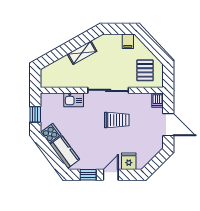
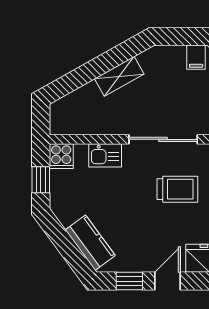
cooker: (51, 133) -> (61, 156), moved, turned 126

